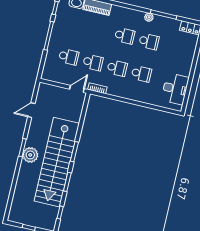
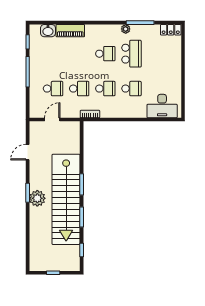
school desk: (149, 41) -> (131, 54), width x1.85
door: (77, 89) -> (52, 120), moved
desk: (175, 89) -> (162, 106), moved, turned 90

